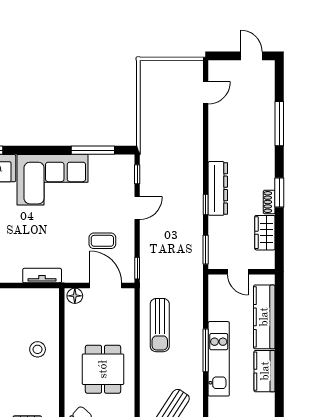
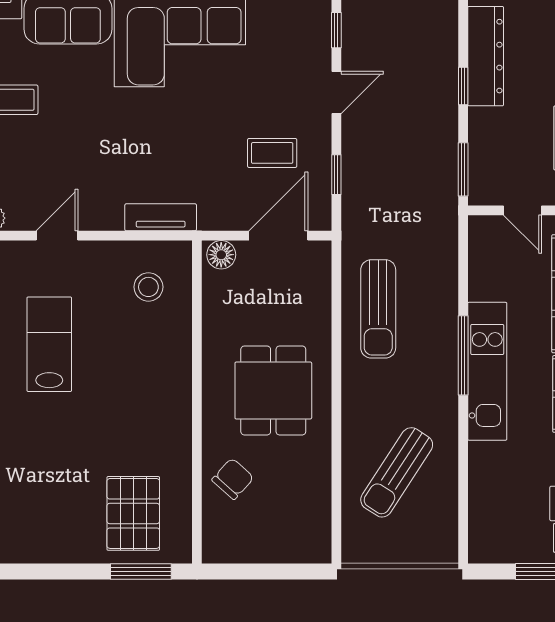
window: (137, 268) -> (336, 175), moved
door: (106, 286) -> (278, 236), hinge flipped
stool: (38, 349) -> (148, 287), moved

